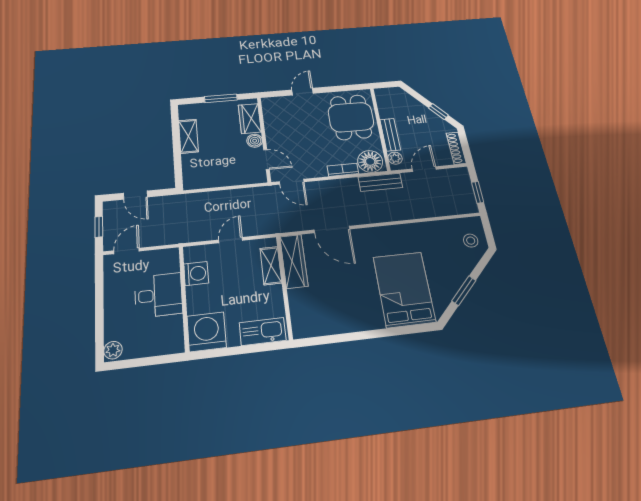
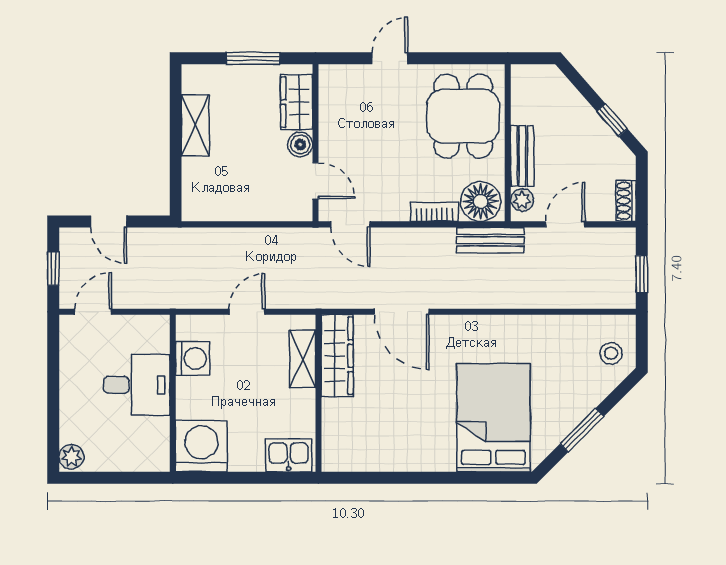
shoe rack: (456, 148) -> (626, 201), width x0.70
kitchen sink: (263, 331) -> (289, 455), width x0.73

